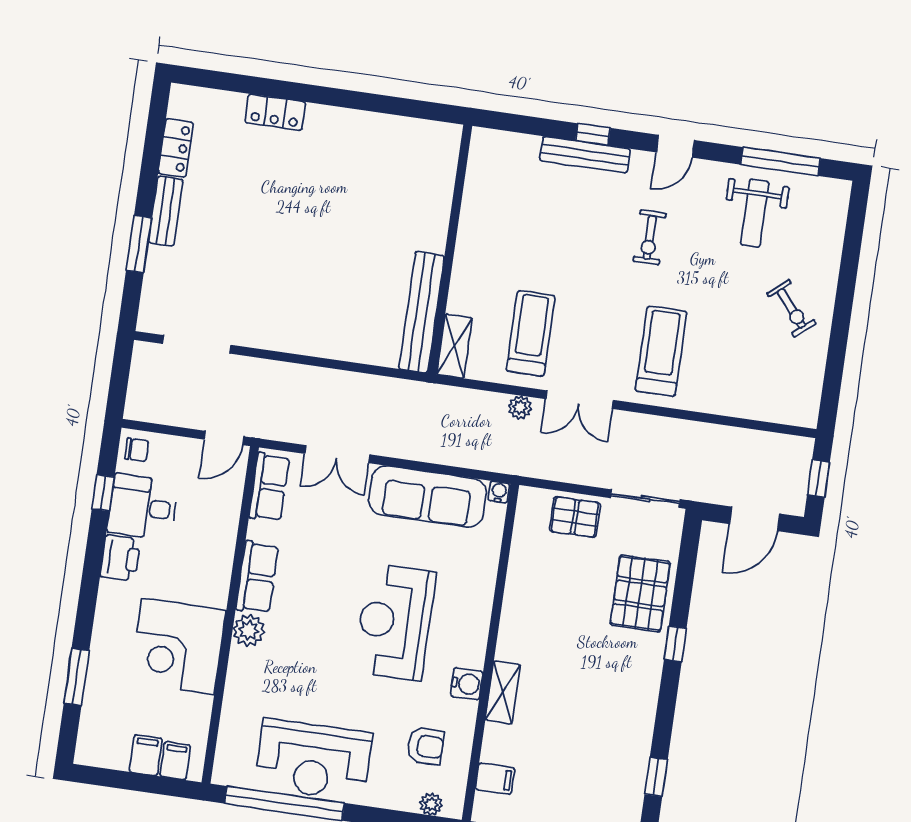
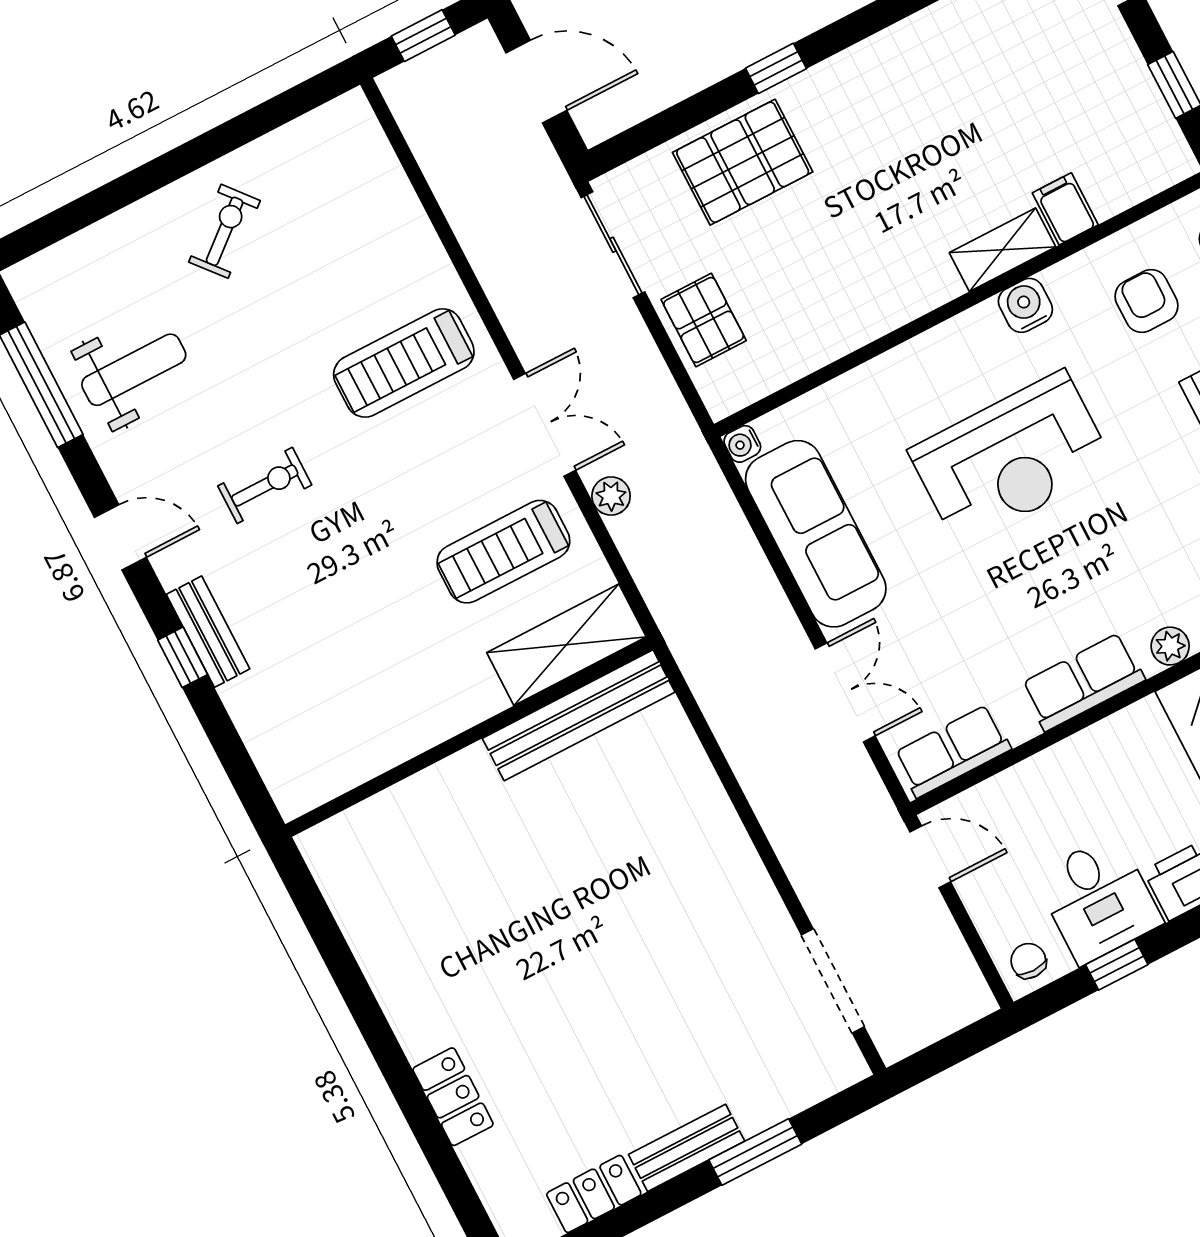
bench: (585, 155) -> (208, 632), width x0.73
shelving: (455, 346) -> (566, 645), width x1.50, depth x1.33
plant: (249, 630) -> (1170, 646), width x0.73, depth x0.73
filing cabinet: (495, 779) -> (1065, 209), moved

